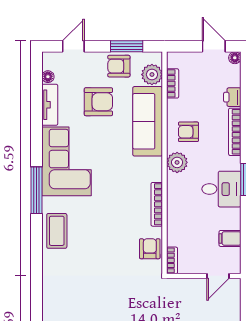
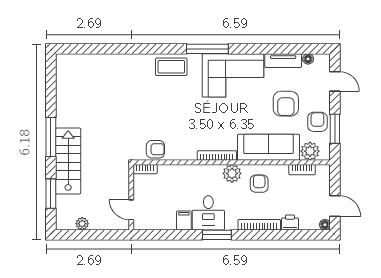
door: (214, 46) -> (335, 206), hinge flipped
bookcase: (157, 204) -> (217, 155), moved
filing cabinet: (230, 238) -> (184, 220), moved

